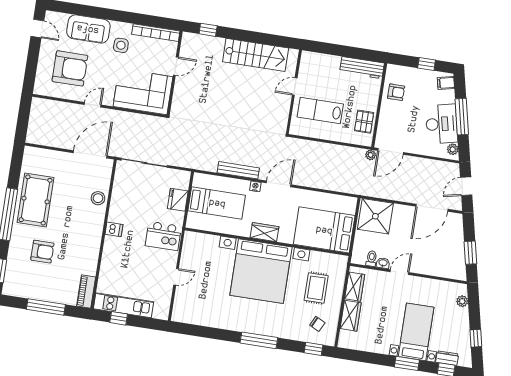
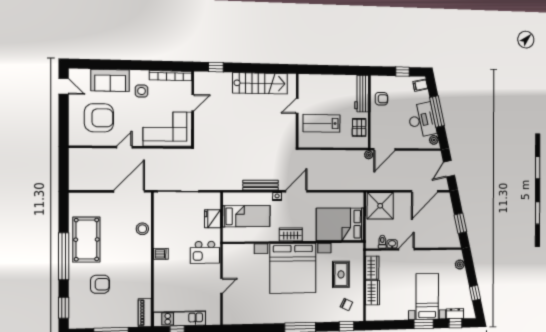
workbench: (362, 68) -> (362, 94), moved, turned 90

